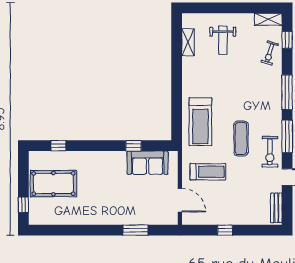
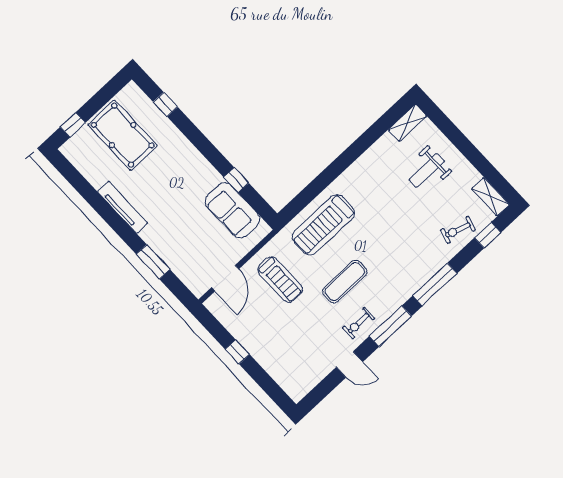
shelving: (188, 42) -> (407, 123), moved
exercise bike: (270, 152) -> (359, 323), width x0.73, depth x0.72
bench: (276, 208) -> (308, 382), removed
tv unit: (92, 219) -> (123, 207), added

